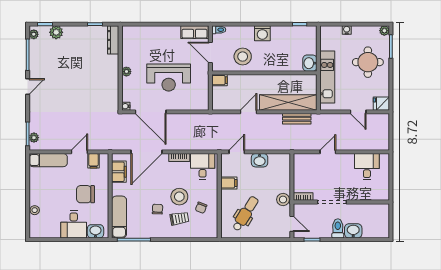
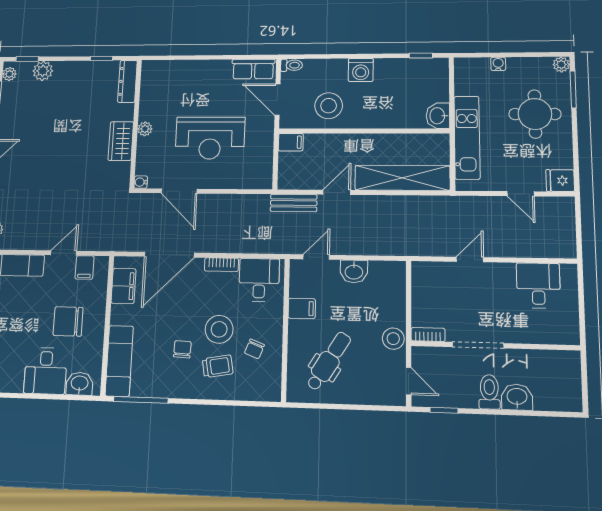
wardrobe: (111, 80) -> (121, 141), added
door: (151, 112) -> (179, 191), width x0.73
bench: (297, 119) -> (294, 203), moved

